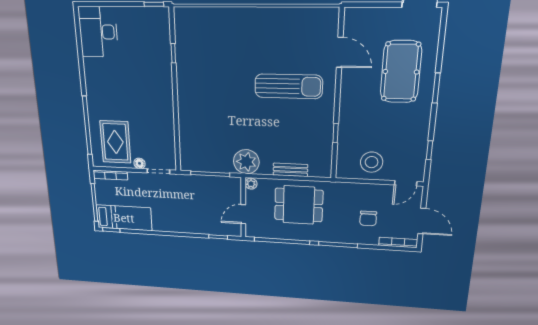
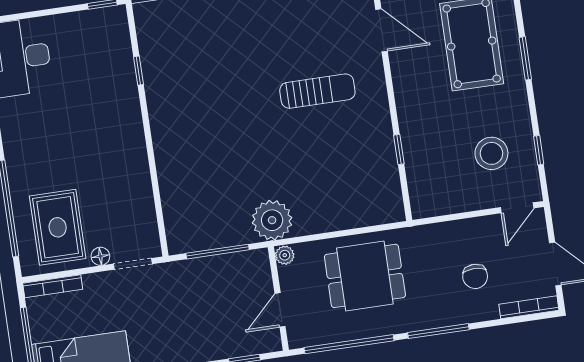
sun lounger: (289, 86) -> (317, 91), width x0.73, depth x0.75
stool: (372, 162) -> (491, 153), moved
bench: (290, 170) -> (342, 220), removed

